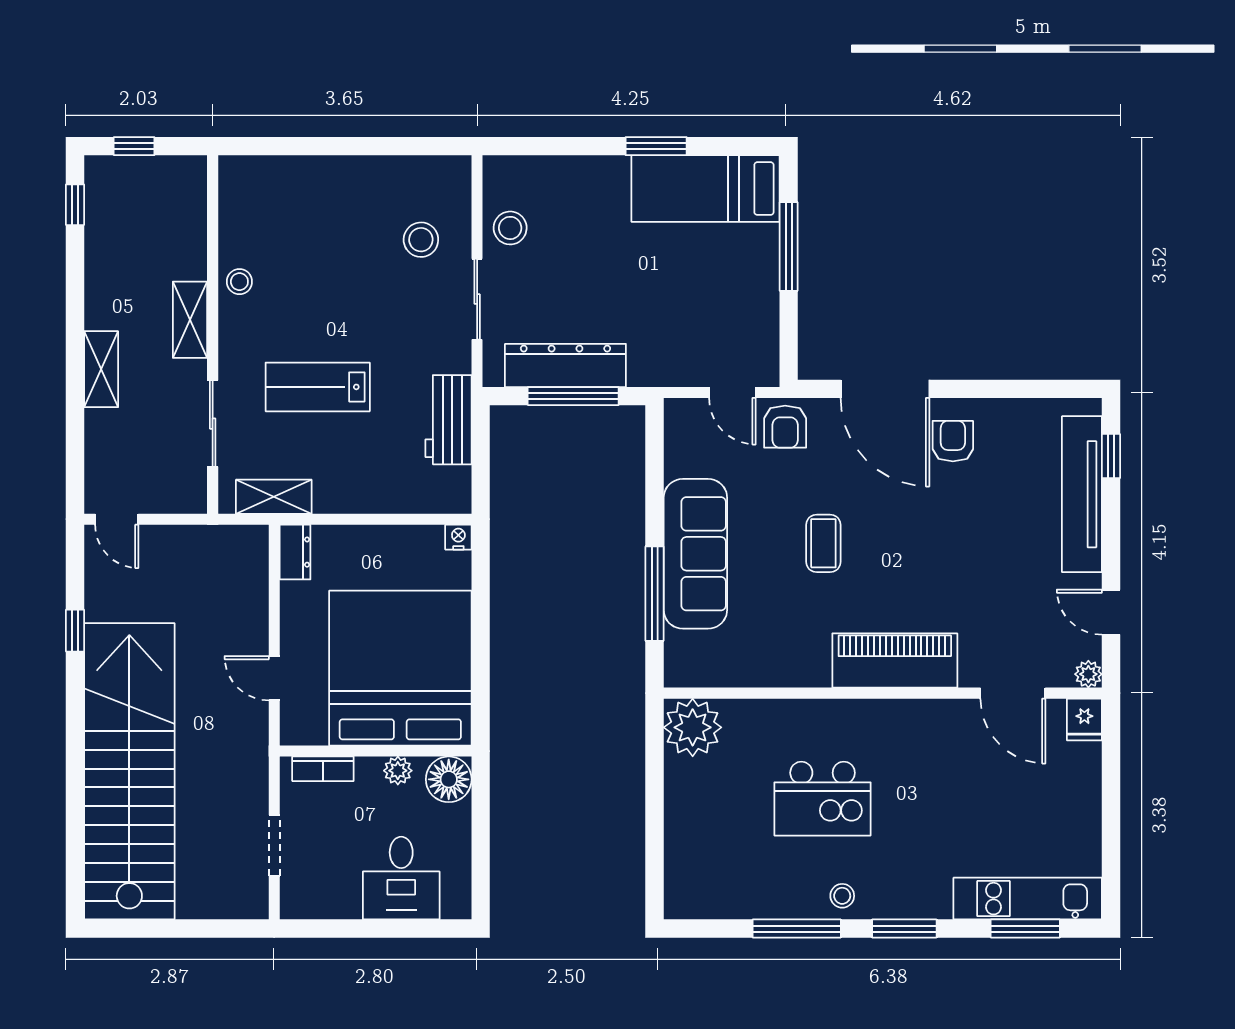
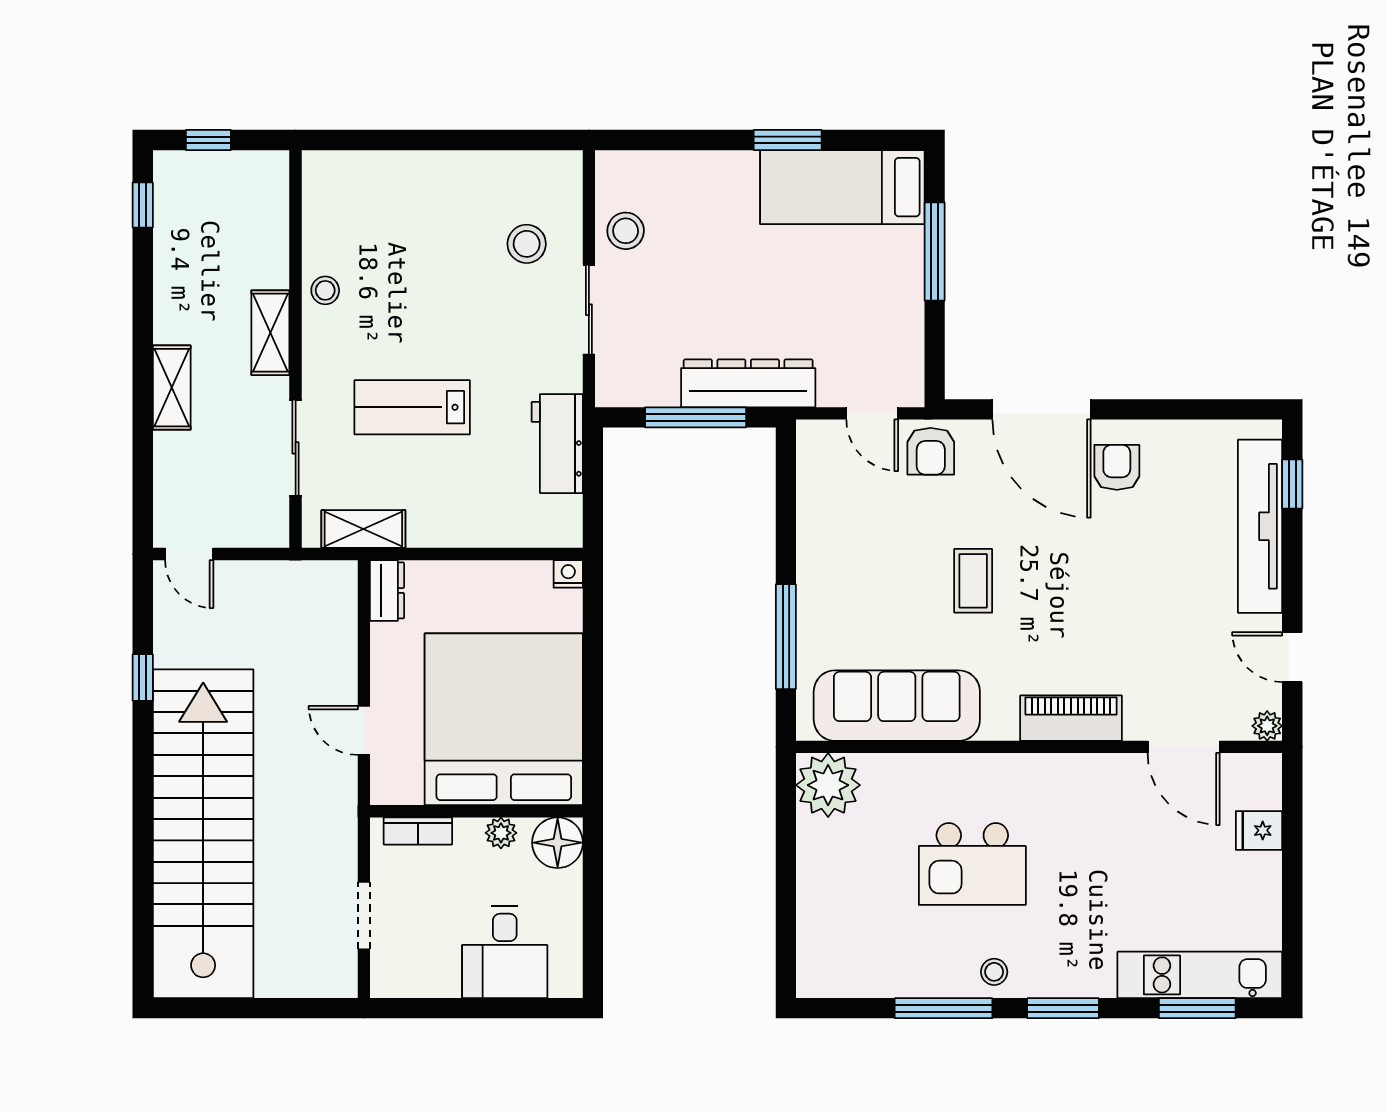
dresser: (565, 365) -> (748, 383), moved
sofa: (695, 554) -> (897, 706), moved, turned -90
piano: (895, 660) -> (1071, 718), width x0.73, depth x0.75
fridge: (1084, 719) -> (1259, 830), moved, turned 90

